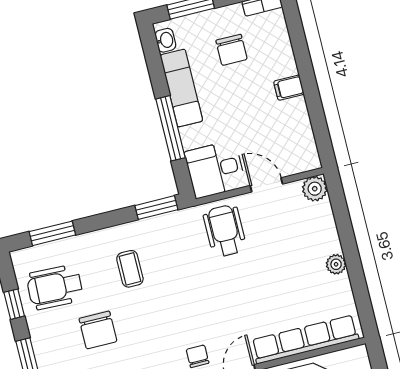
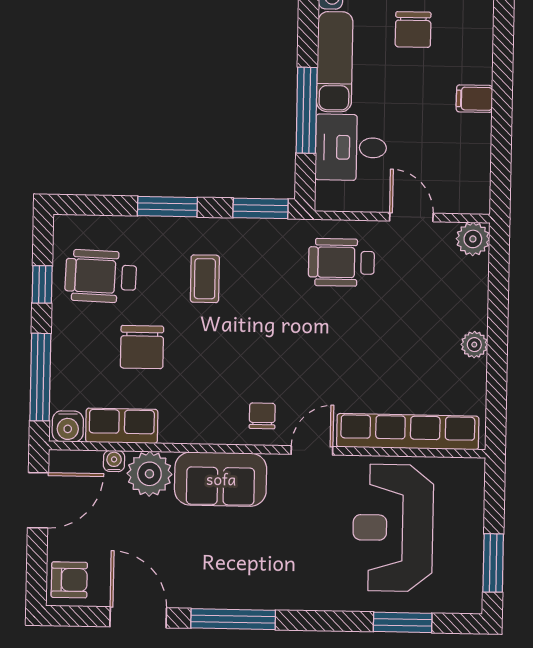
desk: (215, 169) -> (351, 147), moved
wheelchair: (225, 231) -> (341, 262), turned -90
window: (52, 233) -> (167, 207), moved

